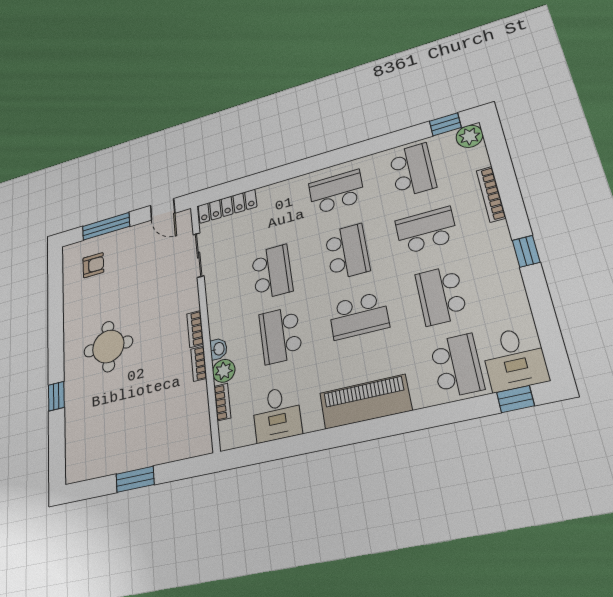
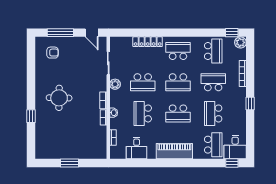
locker: (227, 206) -> (148, 42), moved
school desk: (347, 252) -> (178, 82), turned 90
school desk: (272, 272) -> (143, 82), turned 90
plant: (224, 371) -> (115, 84), moved

